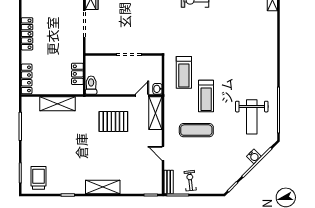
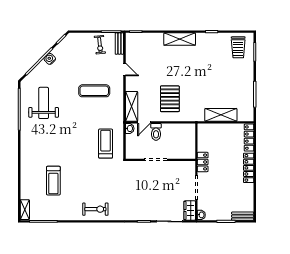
locker: (27, 34) -> (249, 168), moved
locker: (77, 74) -> (203, 162), moved
toilet: (91, 85) -> (156, 132), moved
treadmill: (206, 96) -> (53, 181), moved, turned 180
pallet: (113, 121) -> (170, 99), turned 90
water cooler: (254, 156) -> (50, 59), moved

